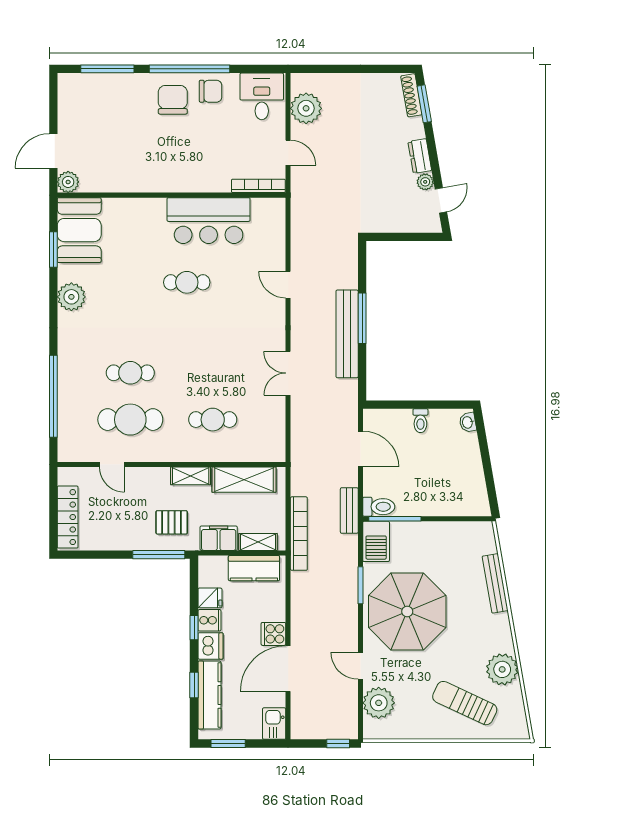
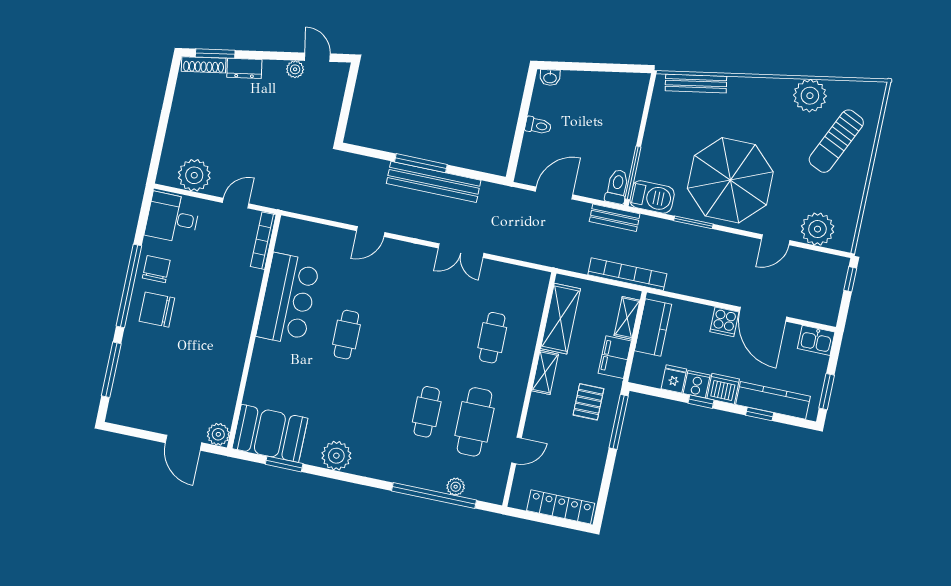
dresser: (420, 156) -> (244, 68), moved
plant: (66, 415) -> (456, 487), added
bench: (495, 583) -> (696, 83), moved

